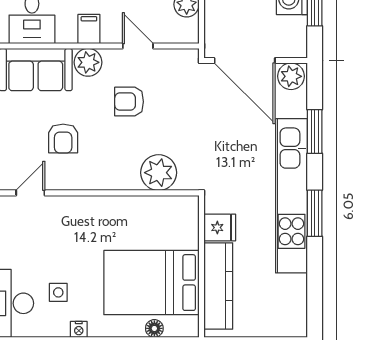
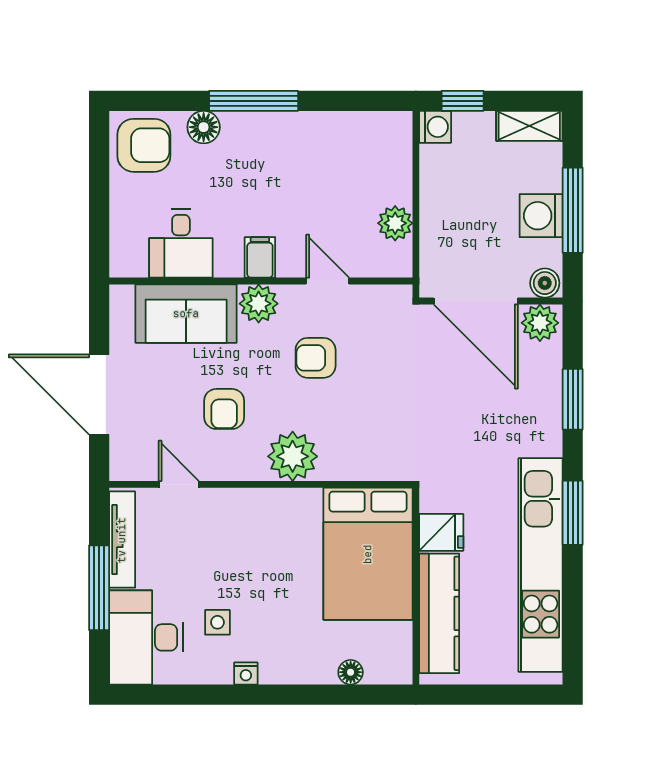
boiler: (295, 48) -> (545, 283), added
plant: (159, 173) -> (293, 456), moved
door: (30, 193) -> (179, 484), hinge flipped
kitchen unit: (291, 196) -> (541, 565), moved
bed: (151, 283) -> (368, 554), moved, turned -90

